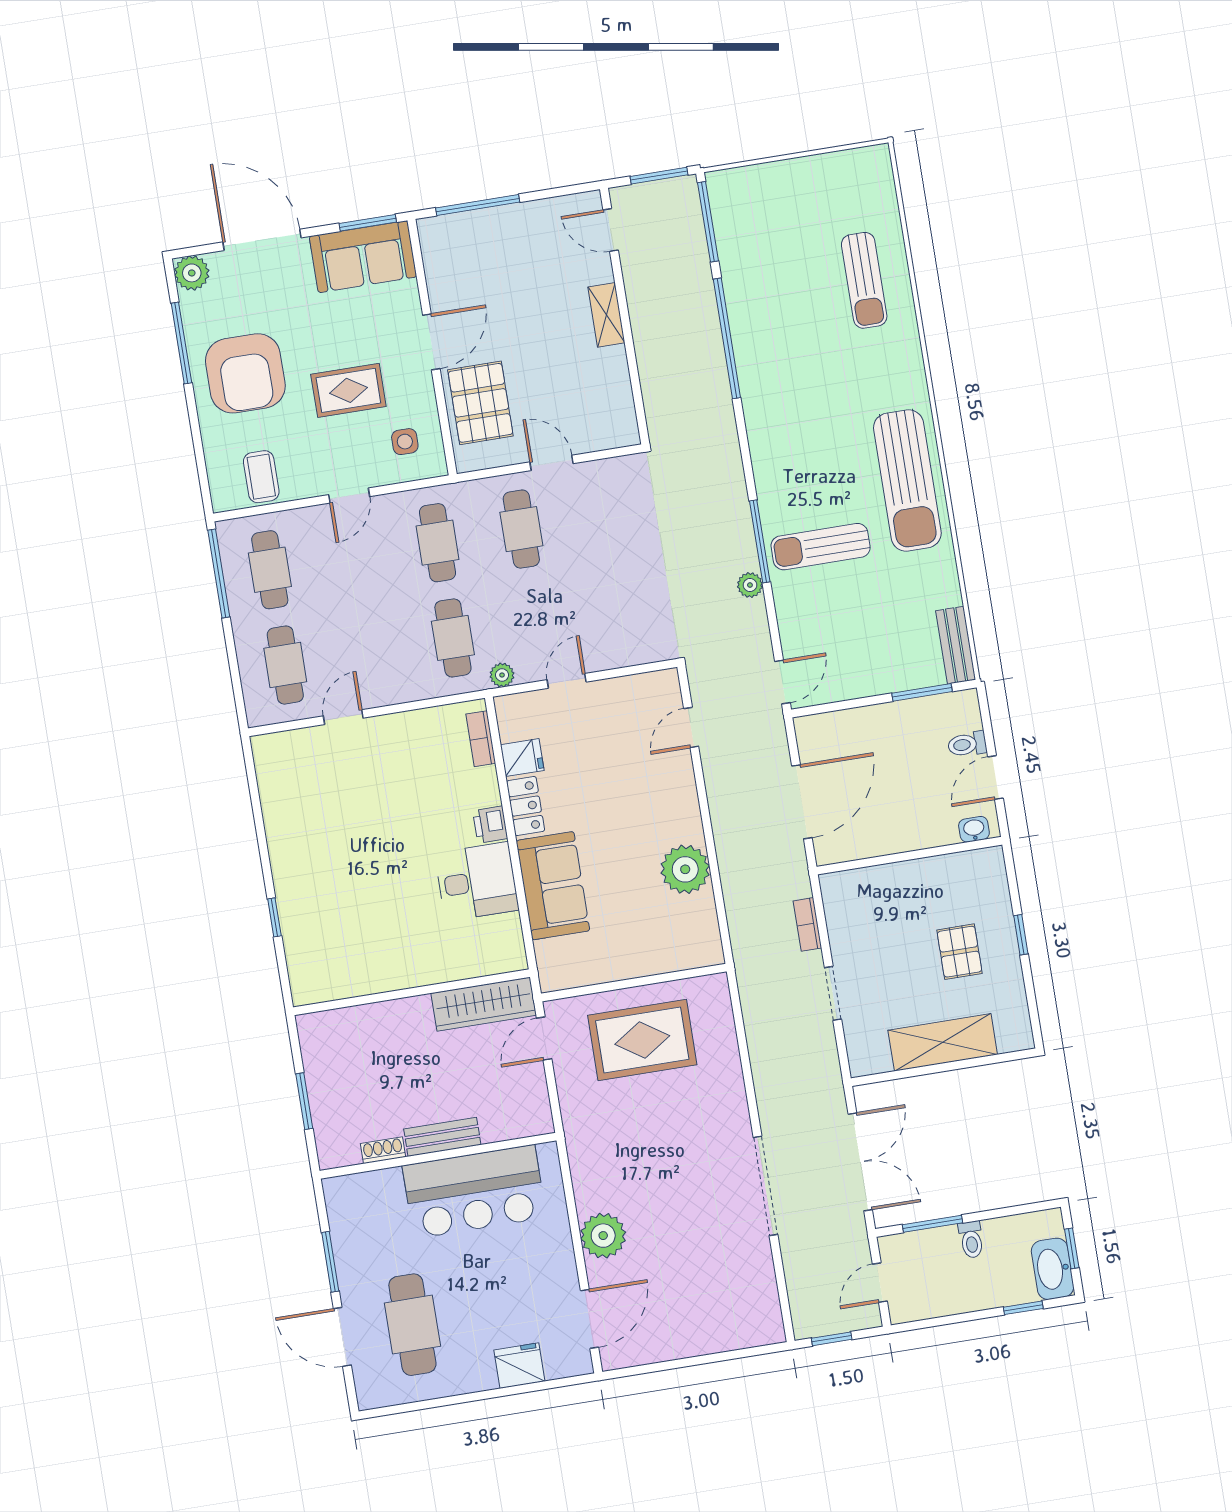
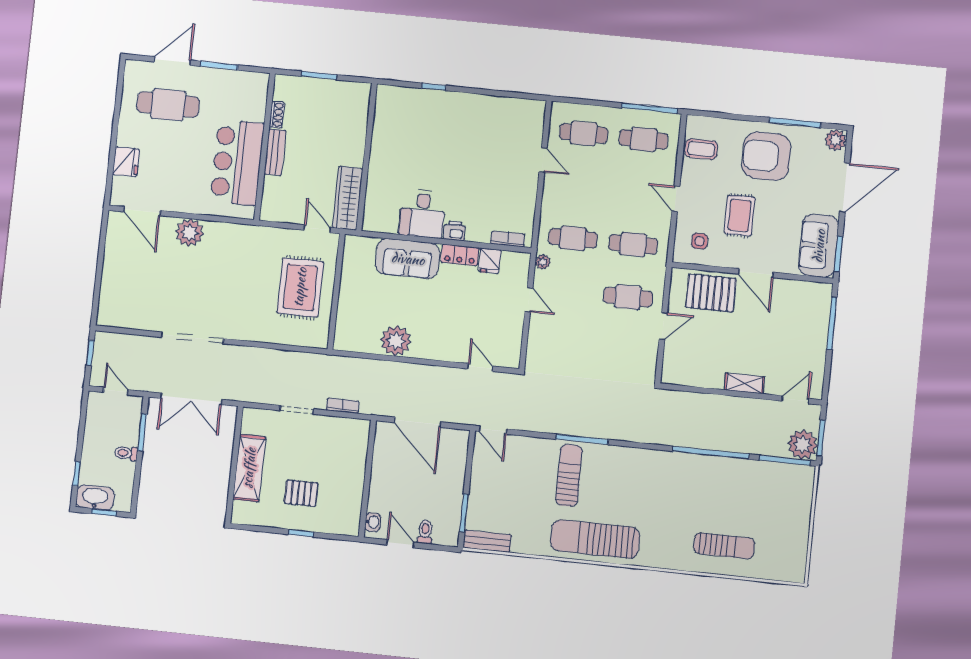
sun lounger: (864, 280) -> (724, 546), turned 180
plant: (750, 585) -> (803, 445), moved, width x1.87, depth x1.87

